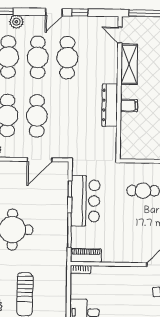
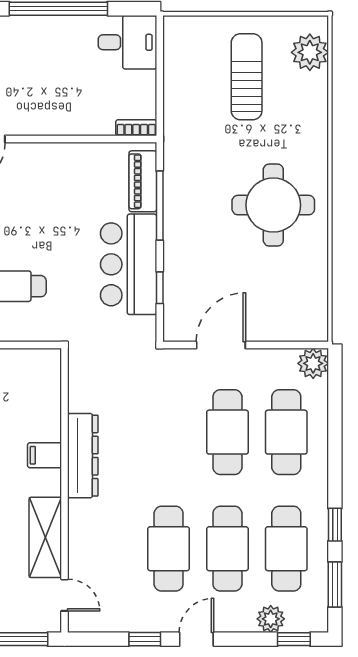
piano: (86, 255) -> (143, 181), moved, turned 90

